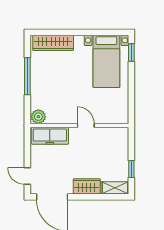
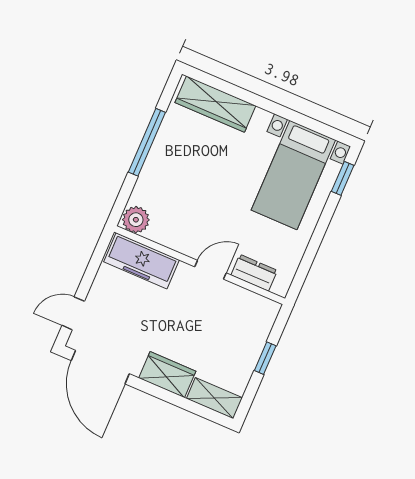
dresser: (108, 118) -> (254, 273), added
door: (86, 126) -> (210, 270), hinge flipped
window: (131, 169) -> (265, 358), moved
door: (27, 176) -> (73, 313), hinge flipped

